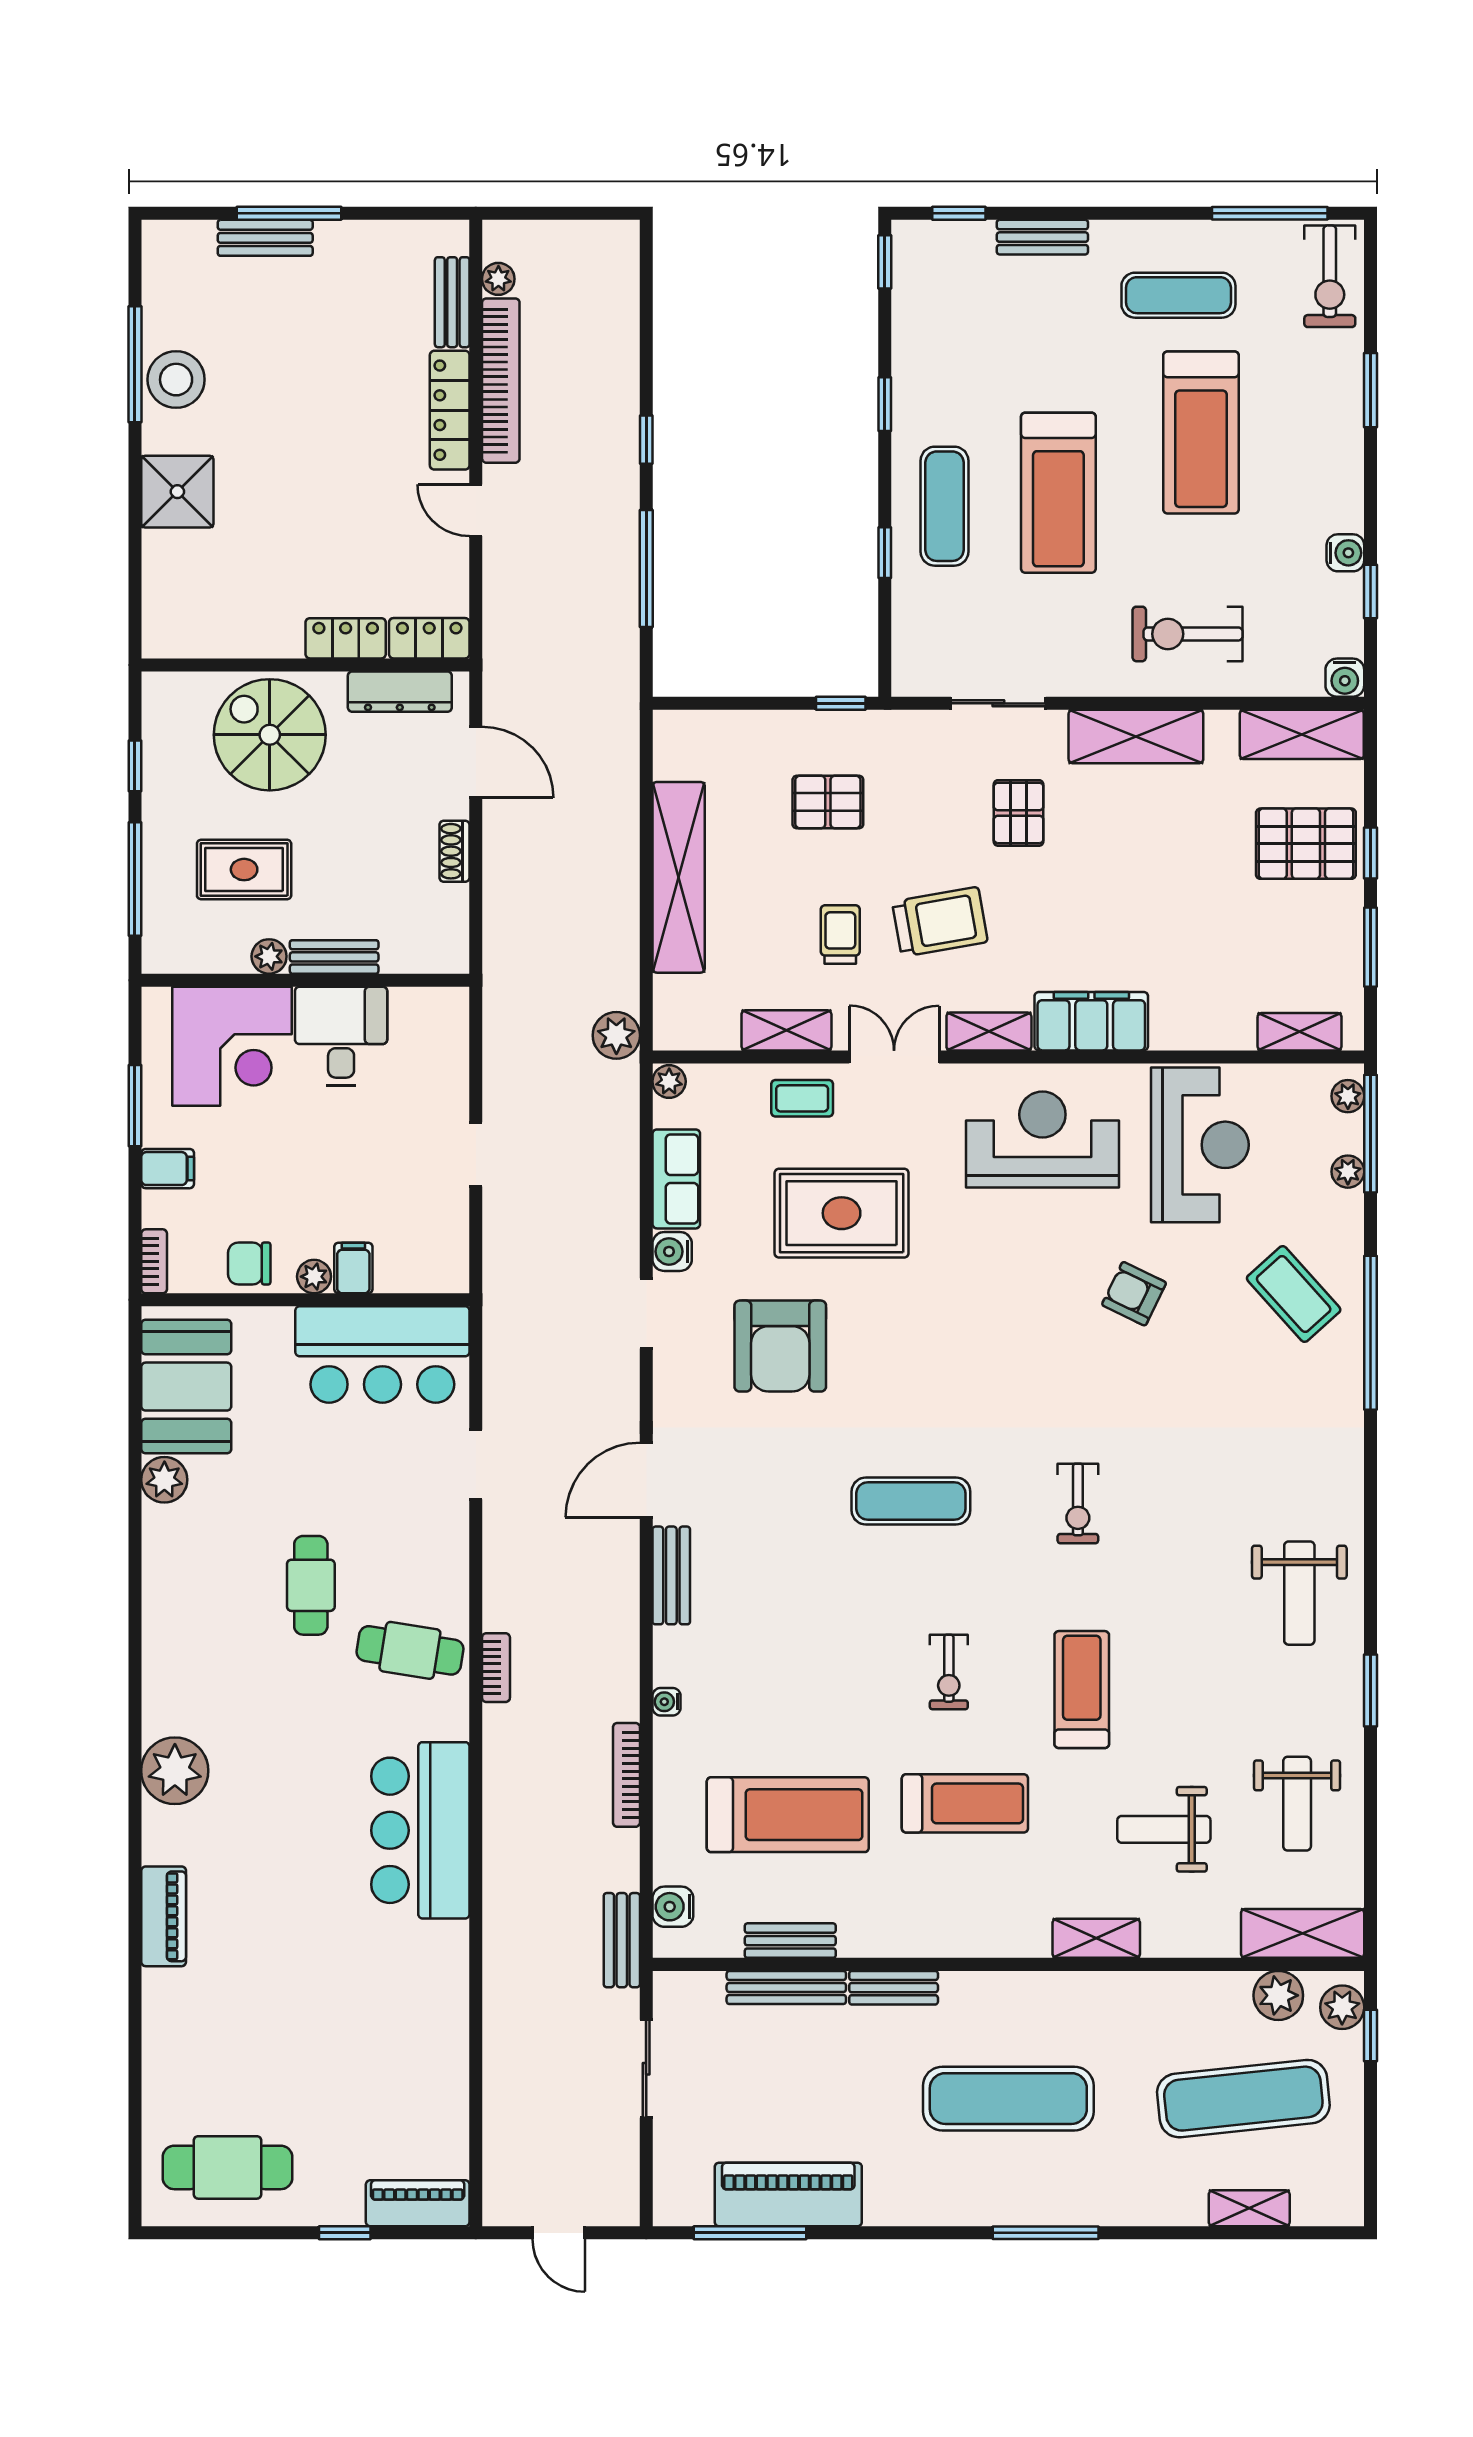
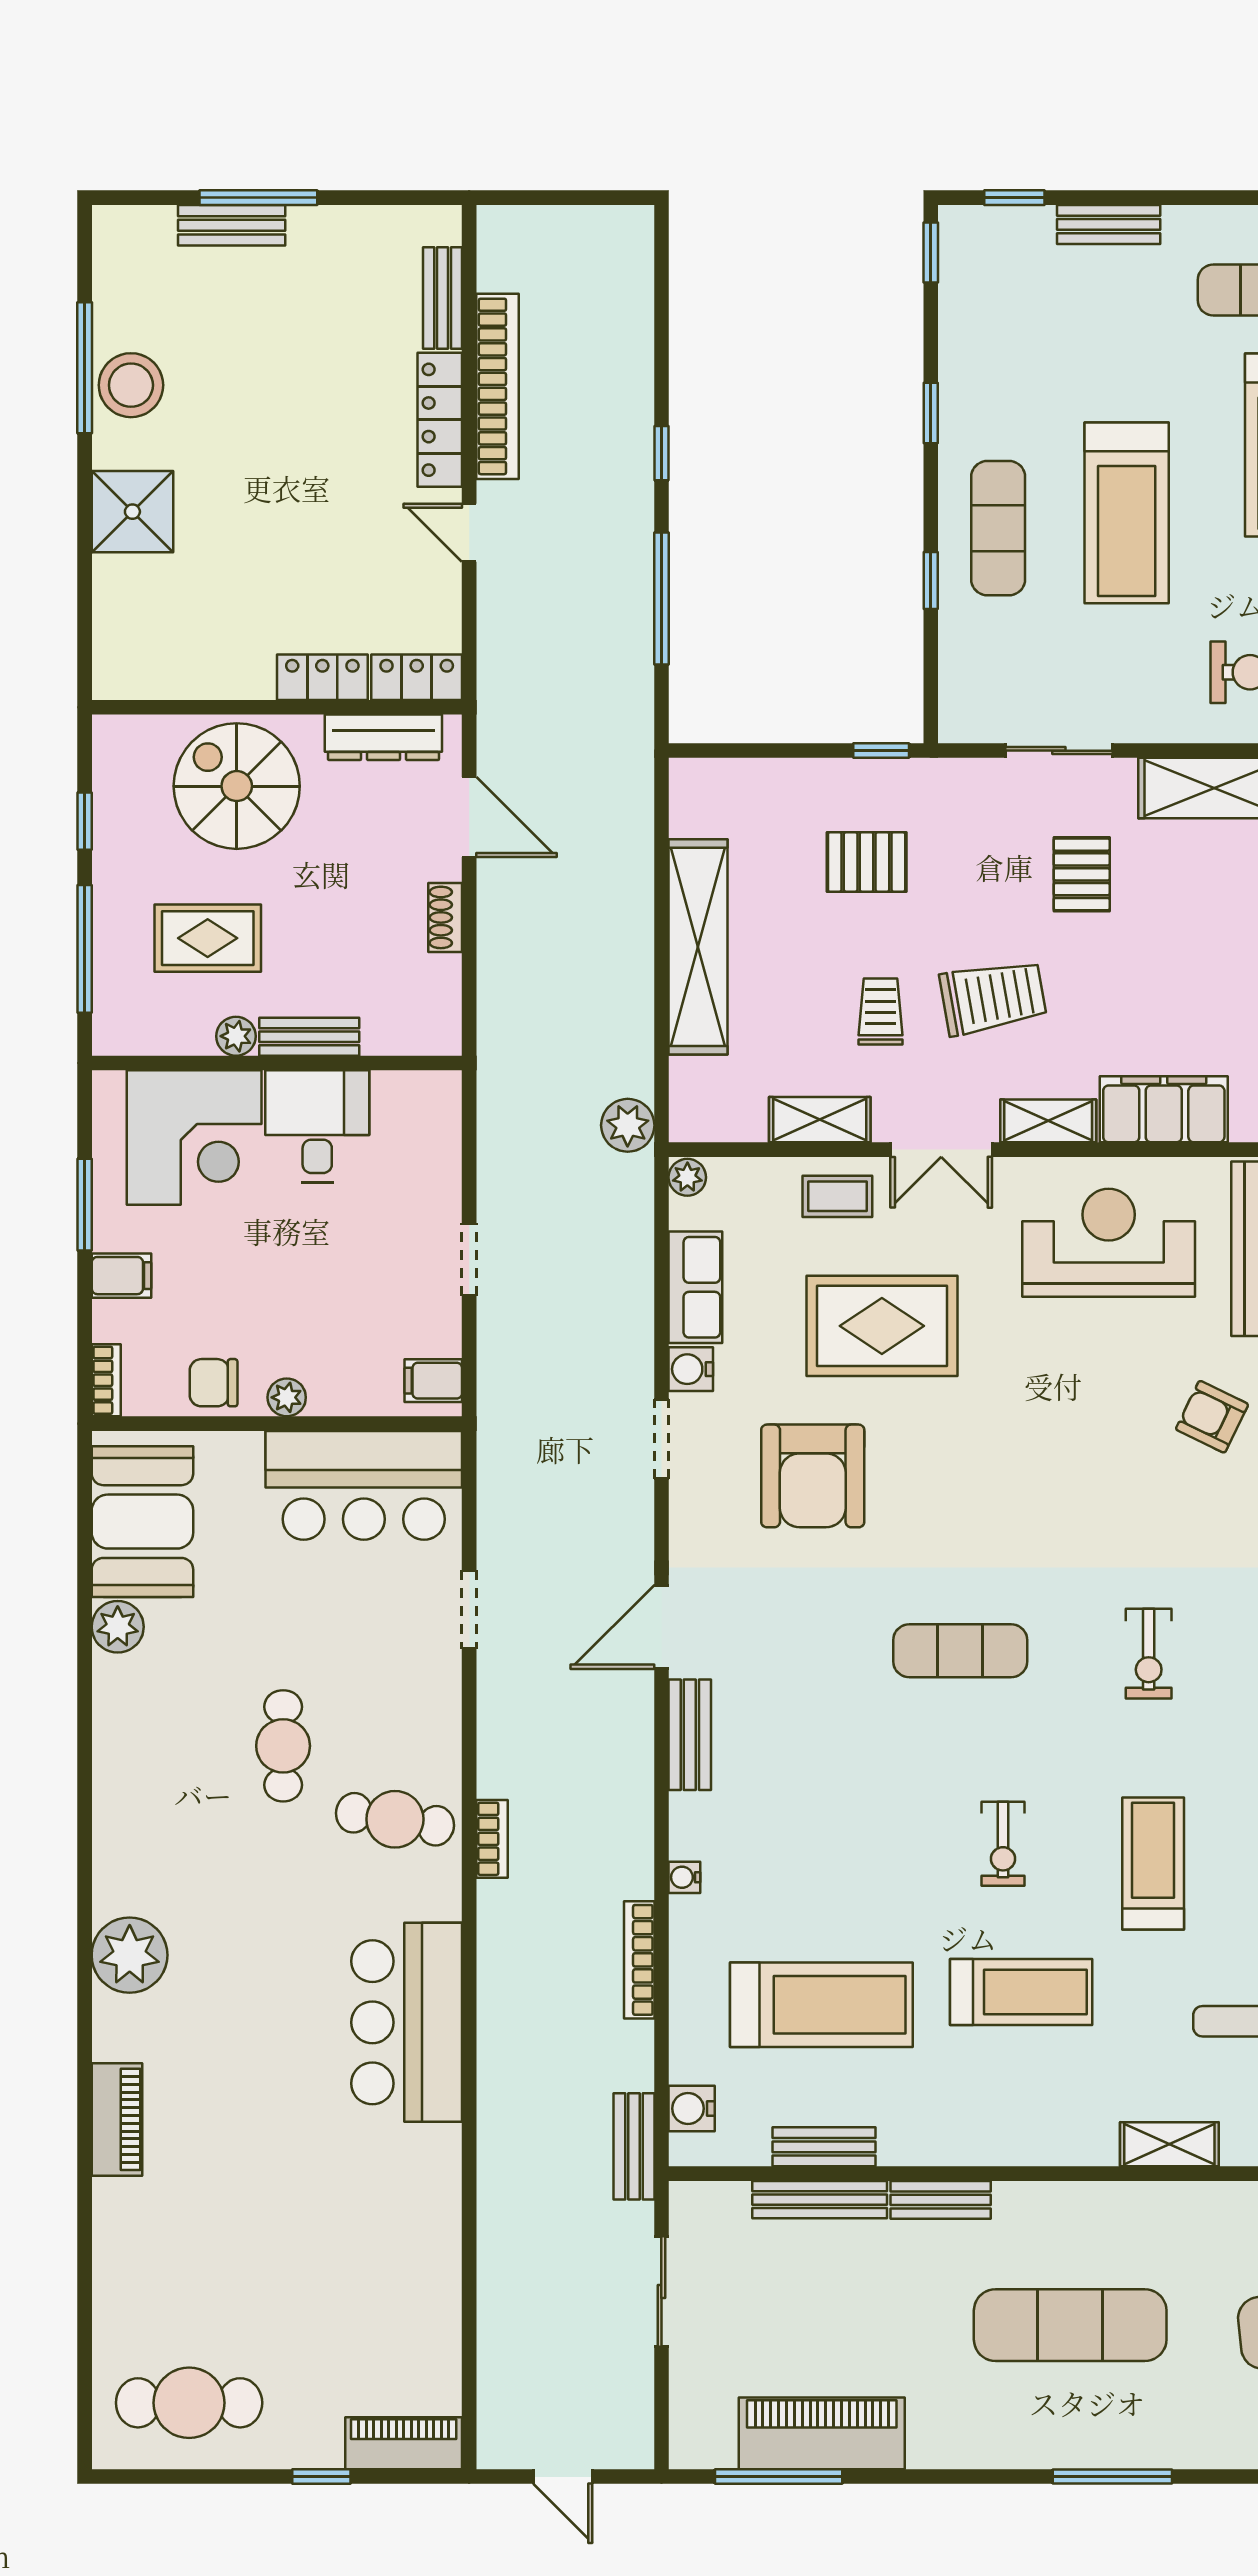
plant: (498, 279) -> (495, 272), removed
double door: (894, 1057) -> (941, 1150), swing flipped
filing cabinet: (353, 1268) -> (433, 1381), moved, turned -90

